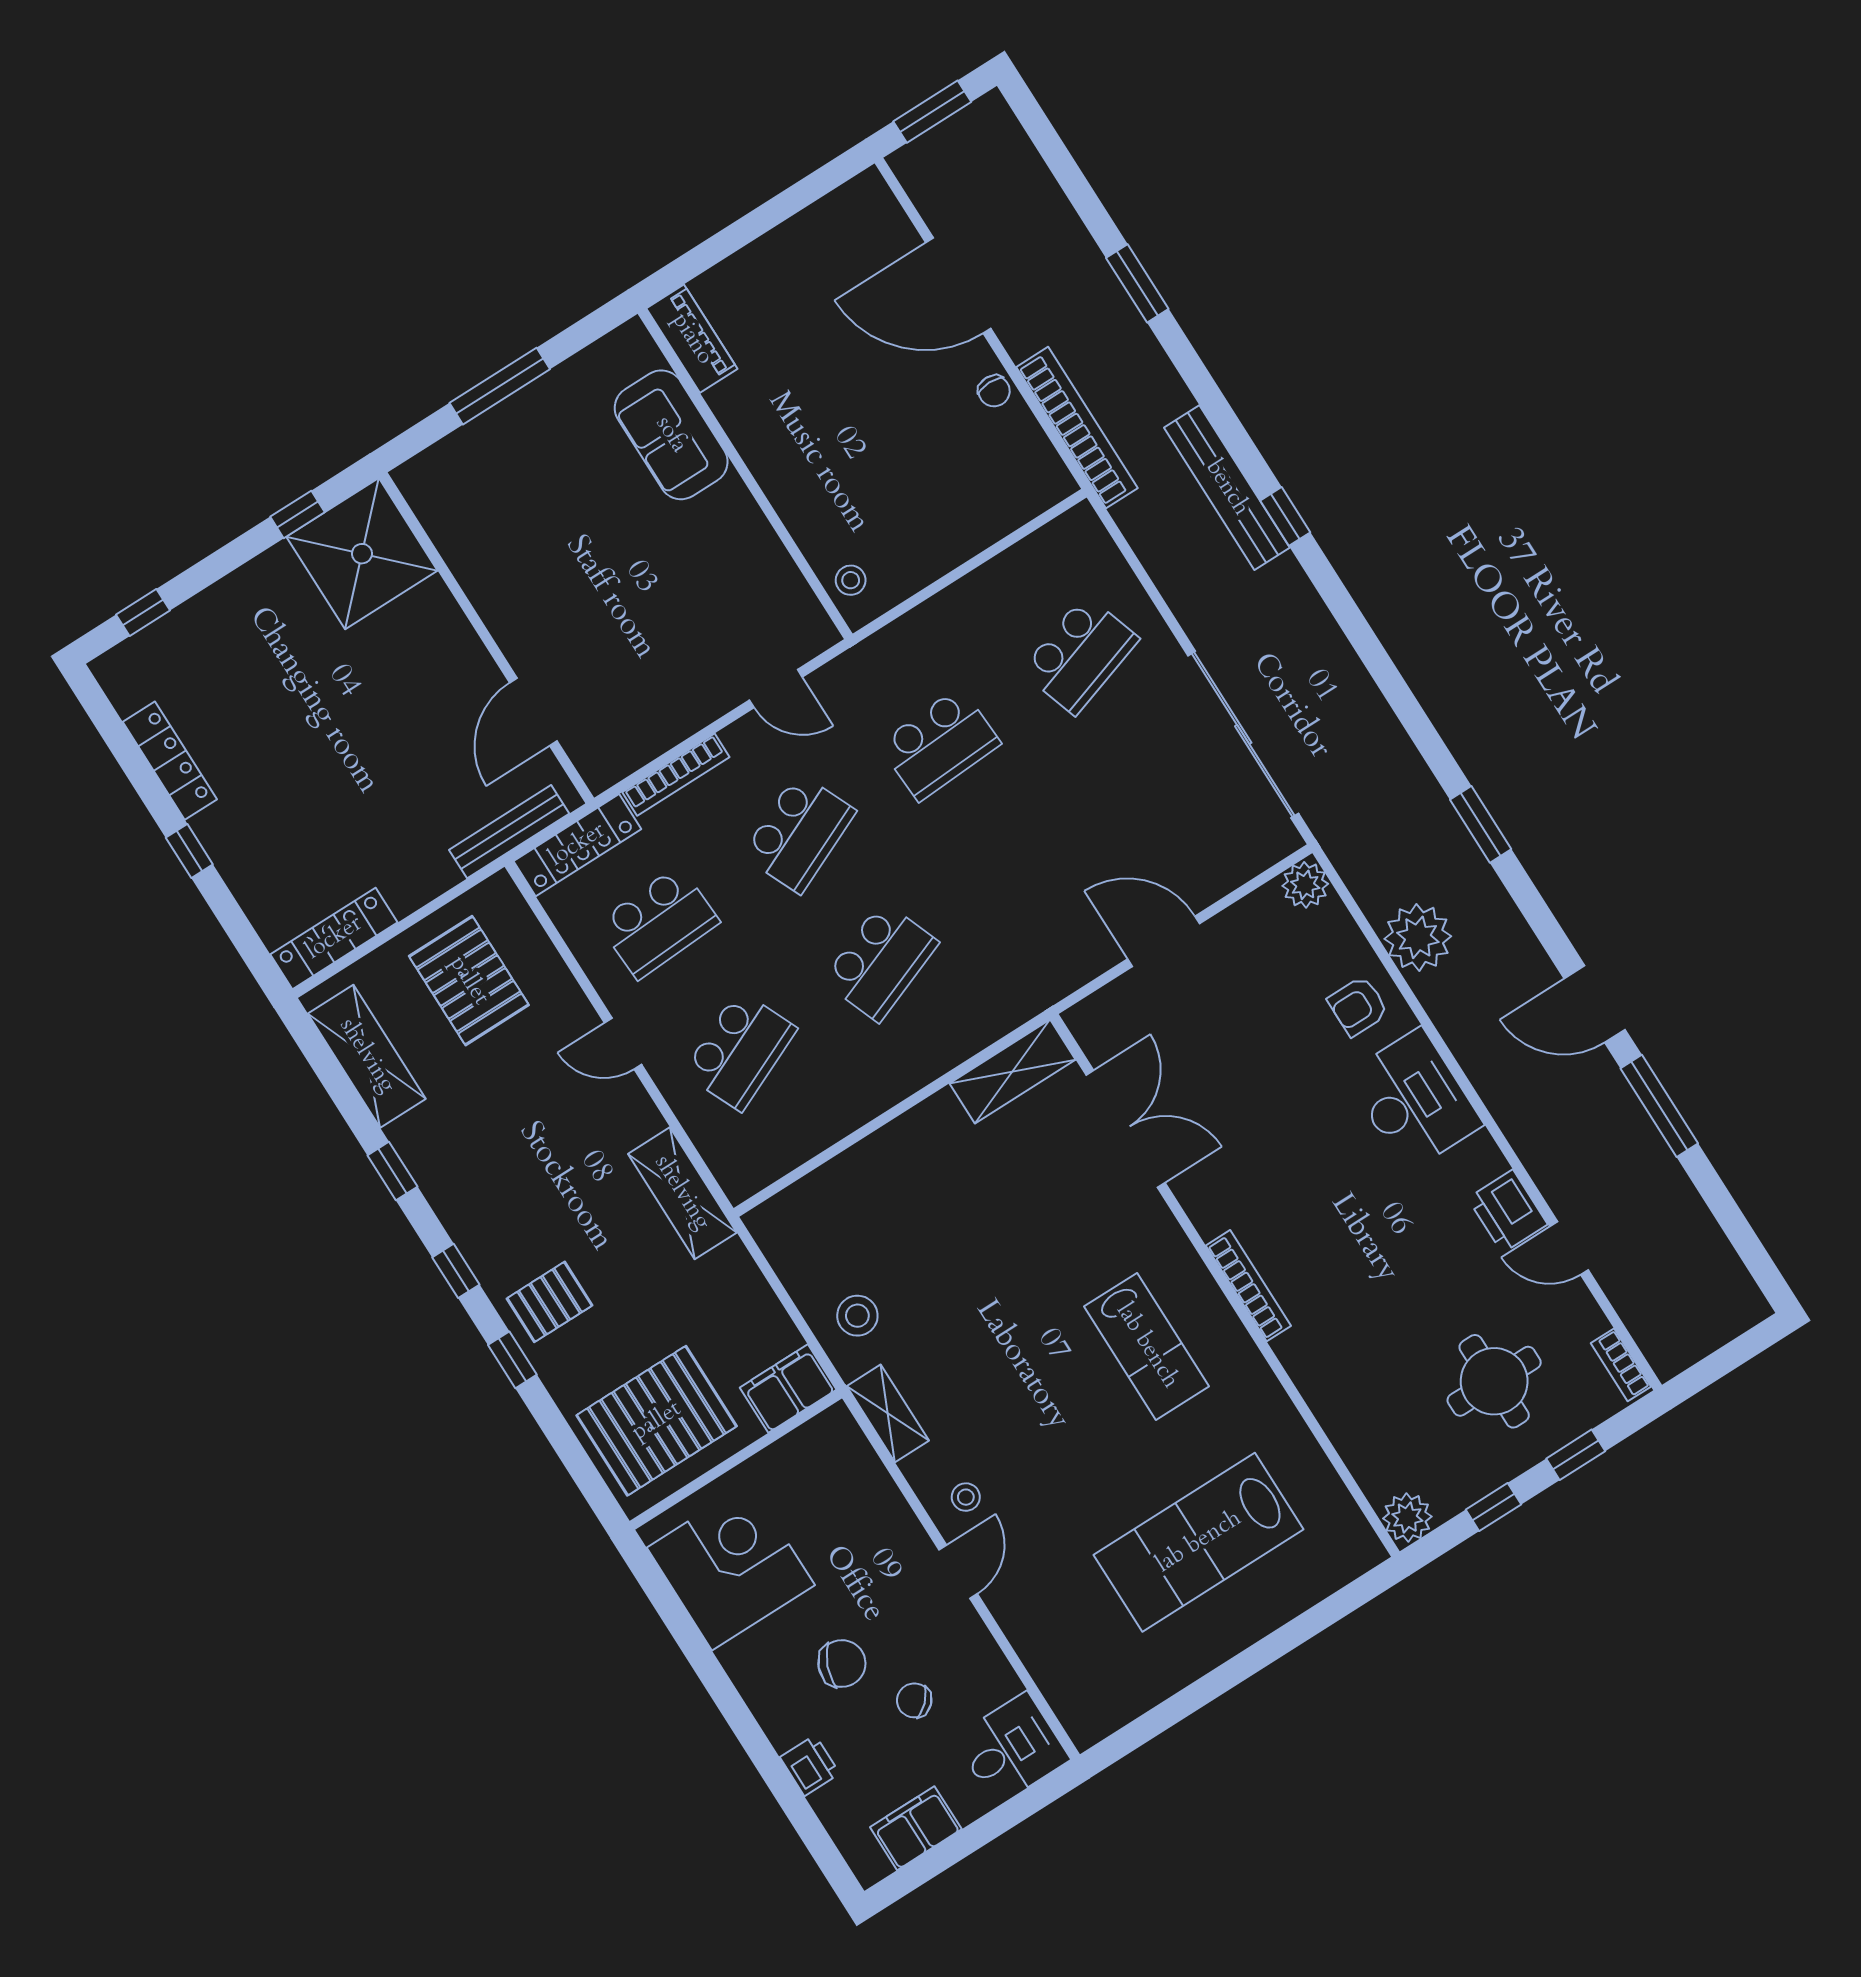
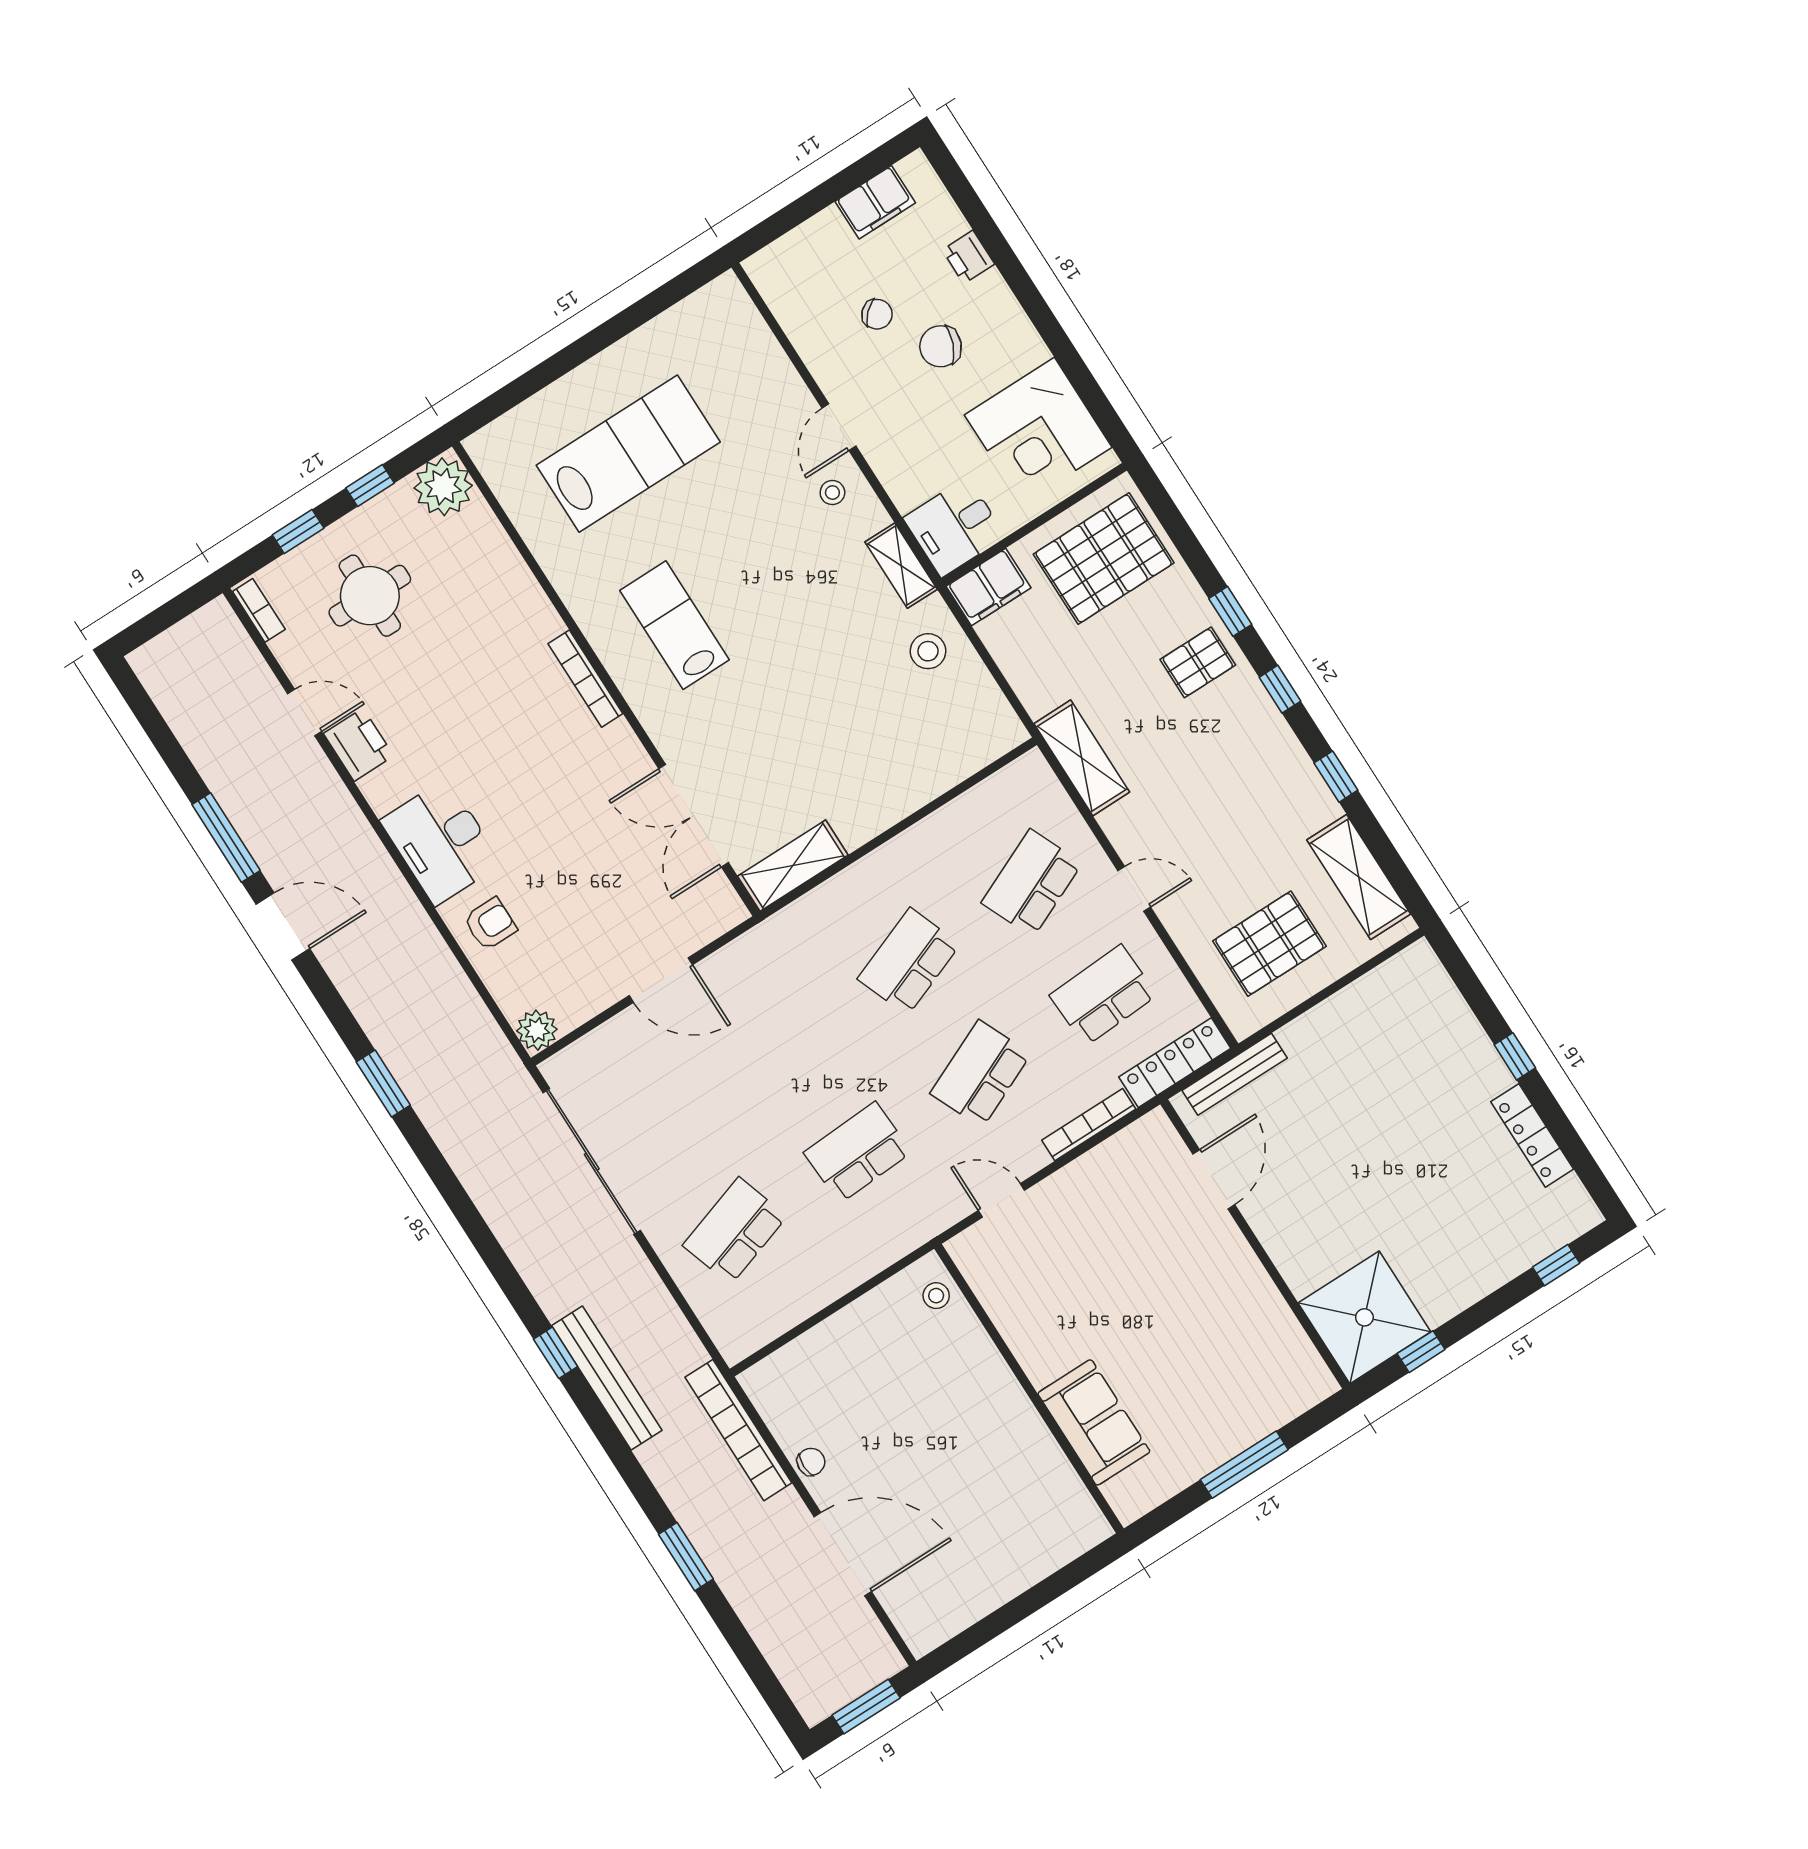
piano: (692, 339) -> (1076, 1507), removed
chair: (994, 391) -> (811, 1462), turned 90
plant: (1418, 937) -> (438, 984), removed
locker: (334, 938) -> (1388, 980), removed
pallet: (469, 981) -> (1269, 944), turned 90
plant: (1407, 1518) -> (443, 487), width x1.36, depth x1.36
desk: (1012, 1749) -> (954, 527), moved

